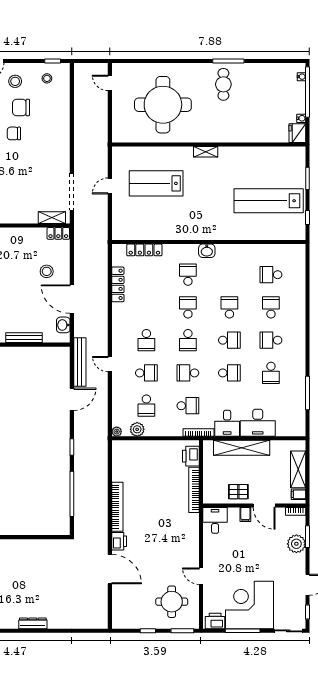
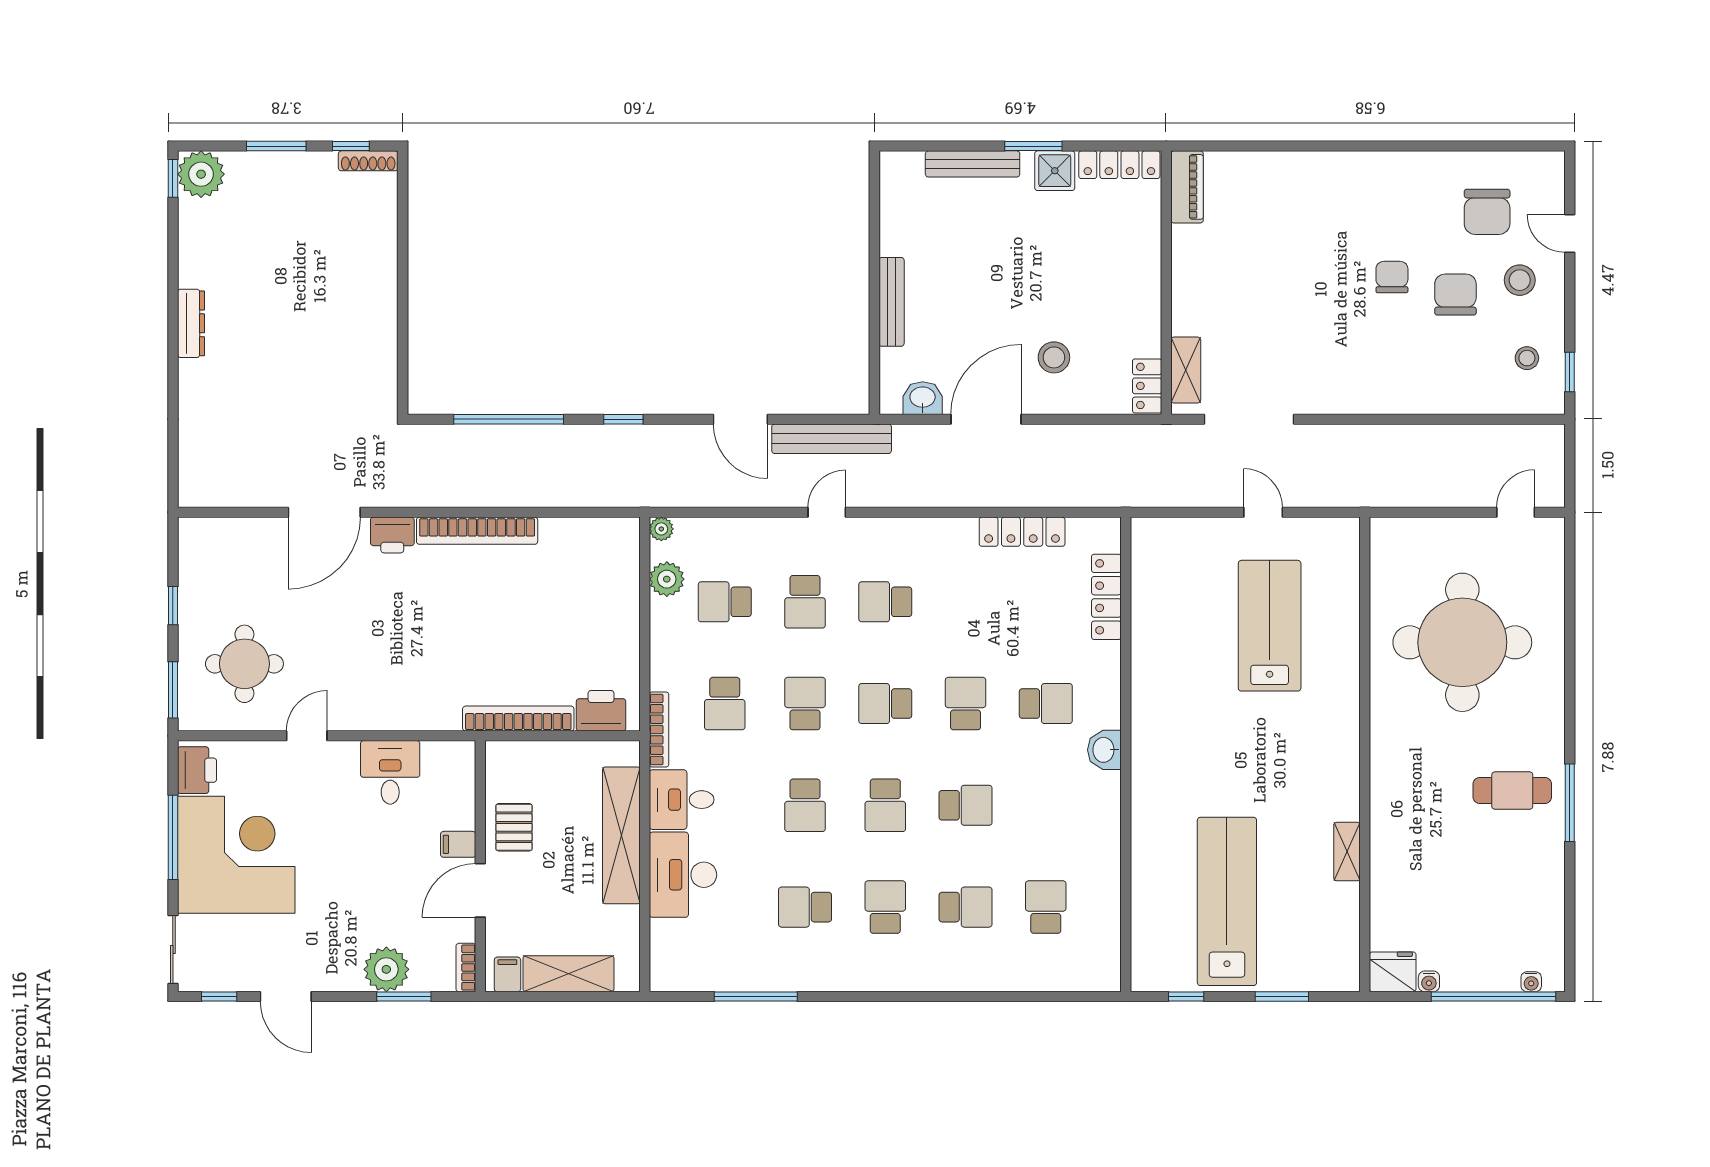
shelving: (206, 152) -> (1347, 852), moved
school desk: (188, 307) -> (966, 704), turned -90
desk: (215, 520) -> (390, 772), moved, turned -90

